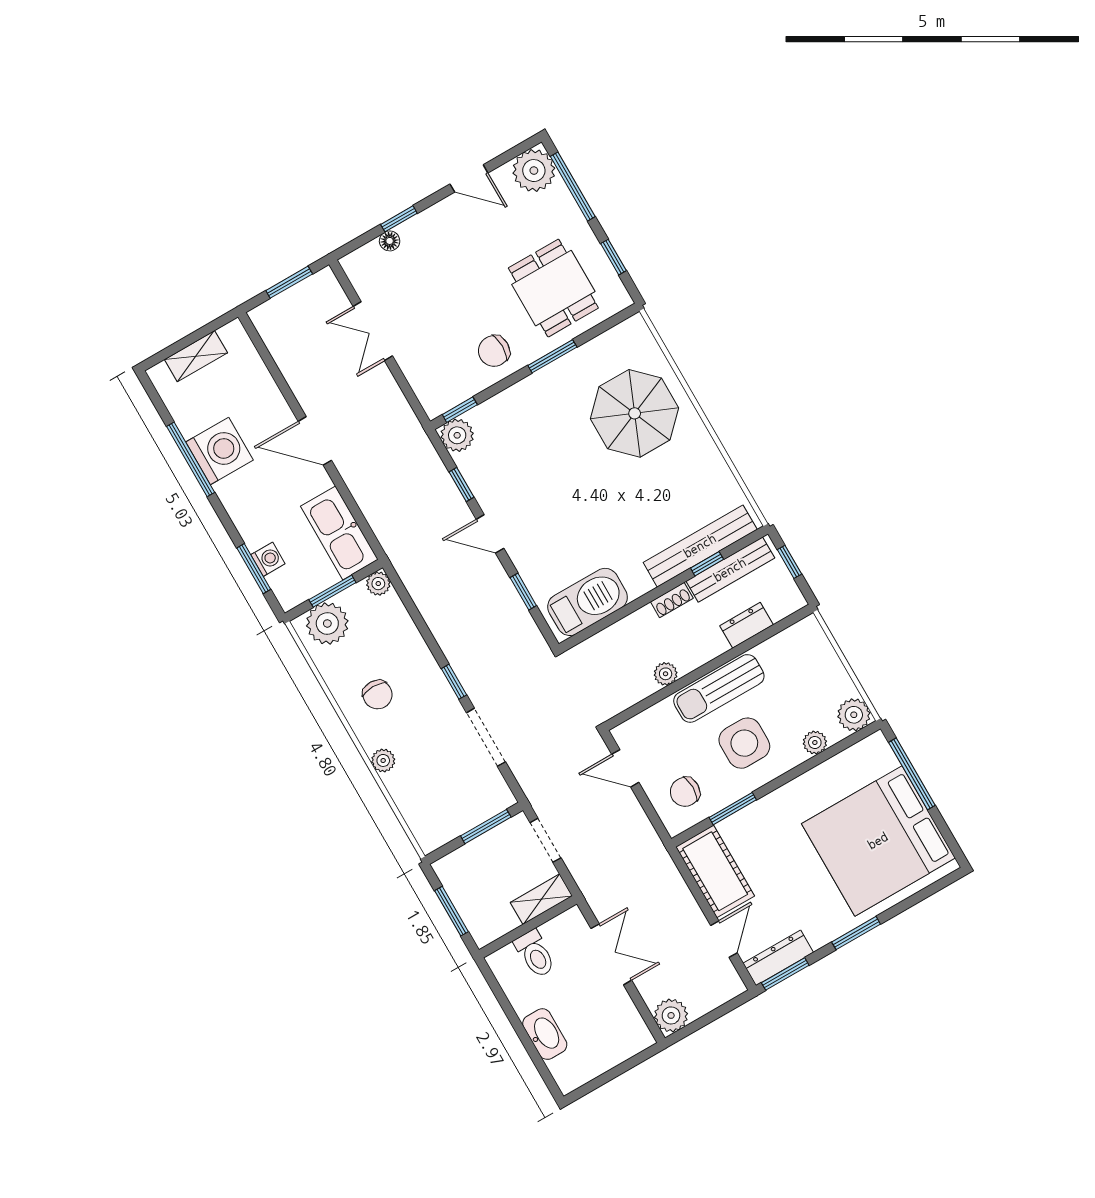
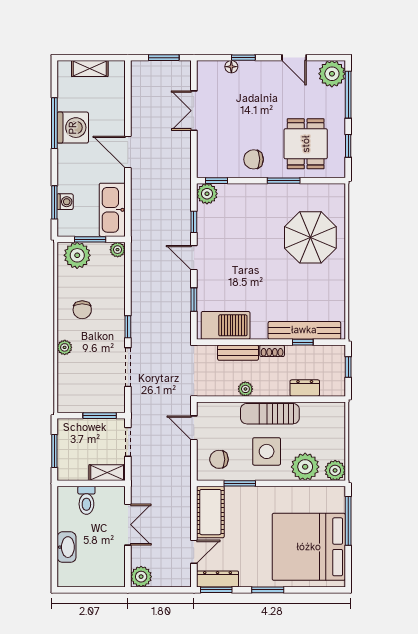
bench: (730, 570) -> (238, 353), moved, width x0.73
plant: (815, 743) -> (305, 467), width x1.87, depth x1.87

